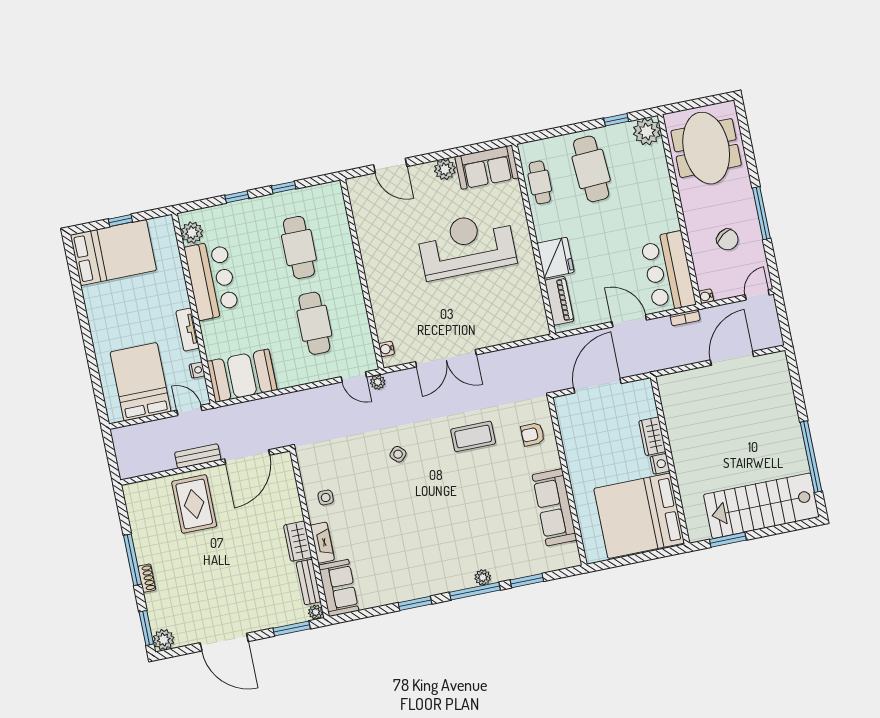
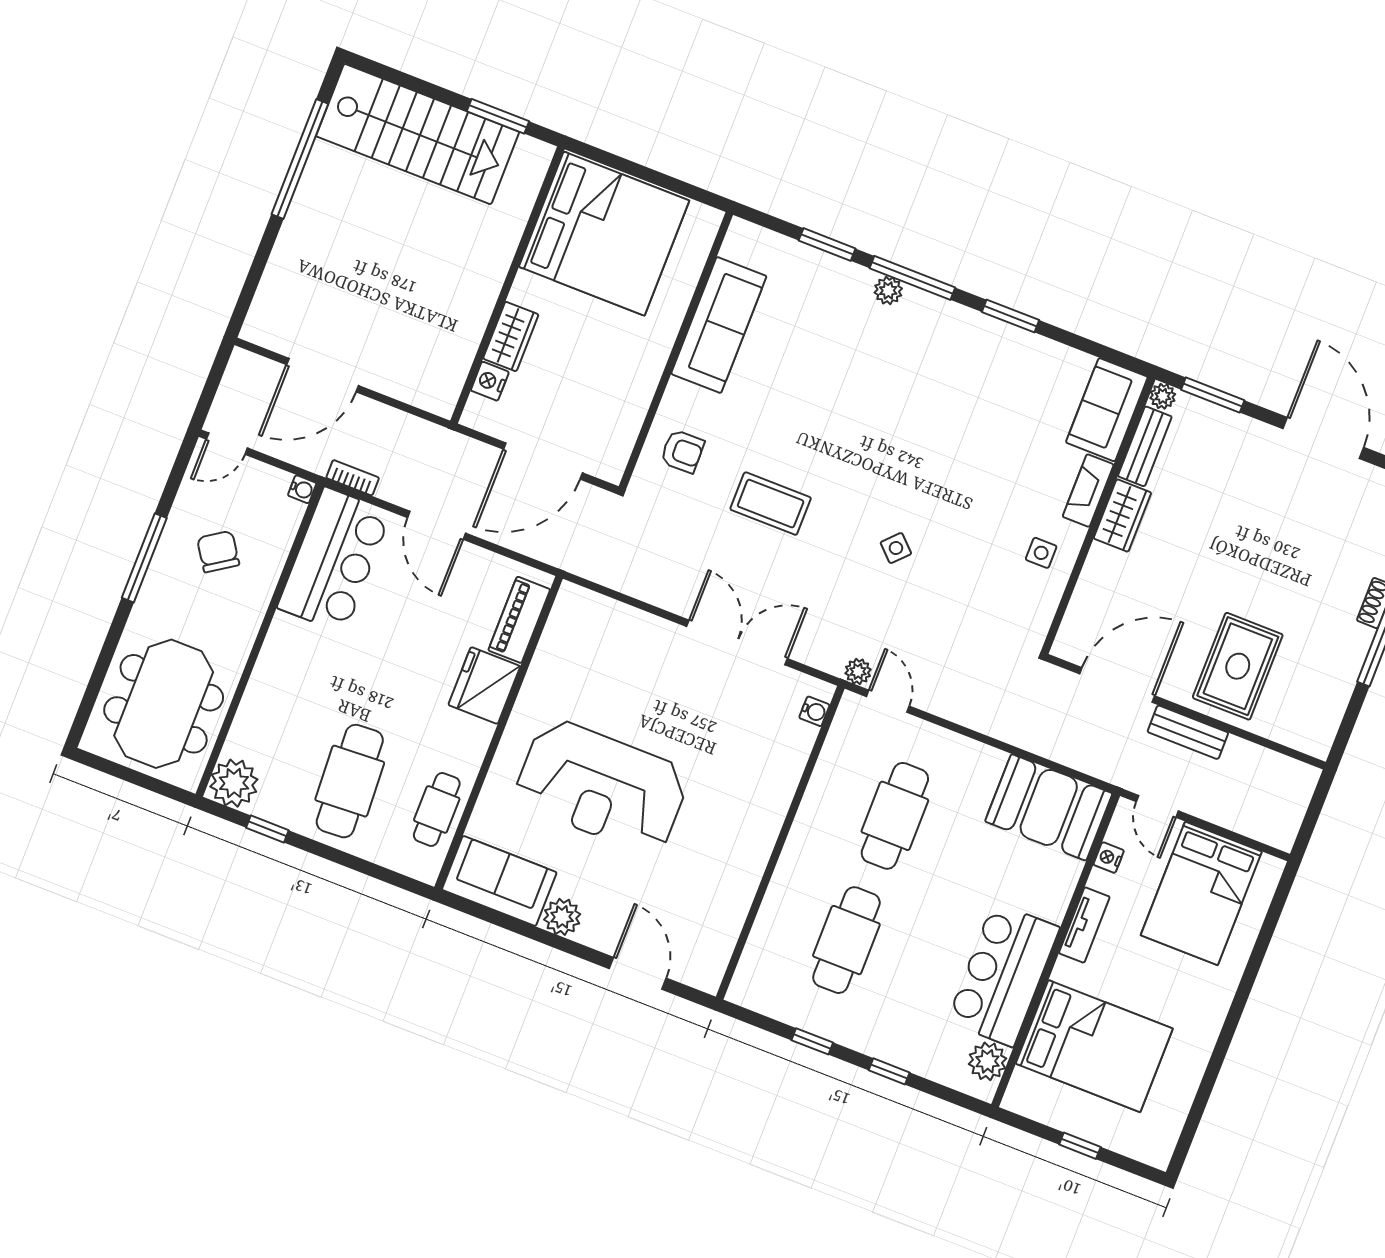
bed: (113, 253) -> (1094, 1046), moved, turned 180
nightstand: (660, 464) -> (490, 381), moved

